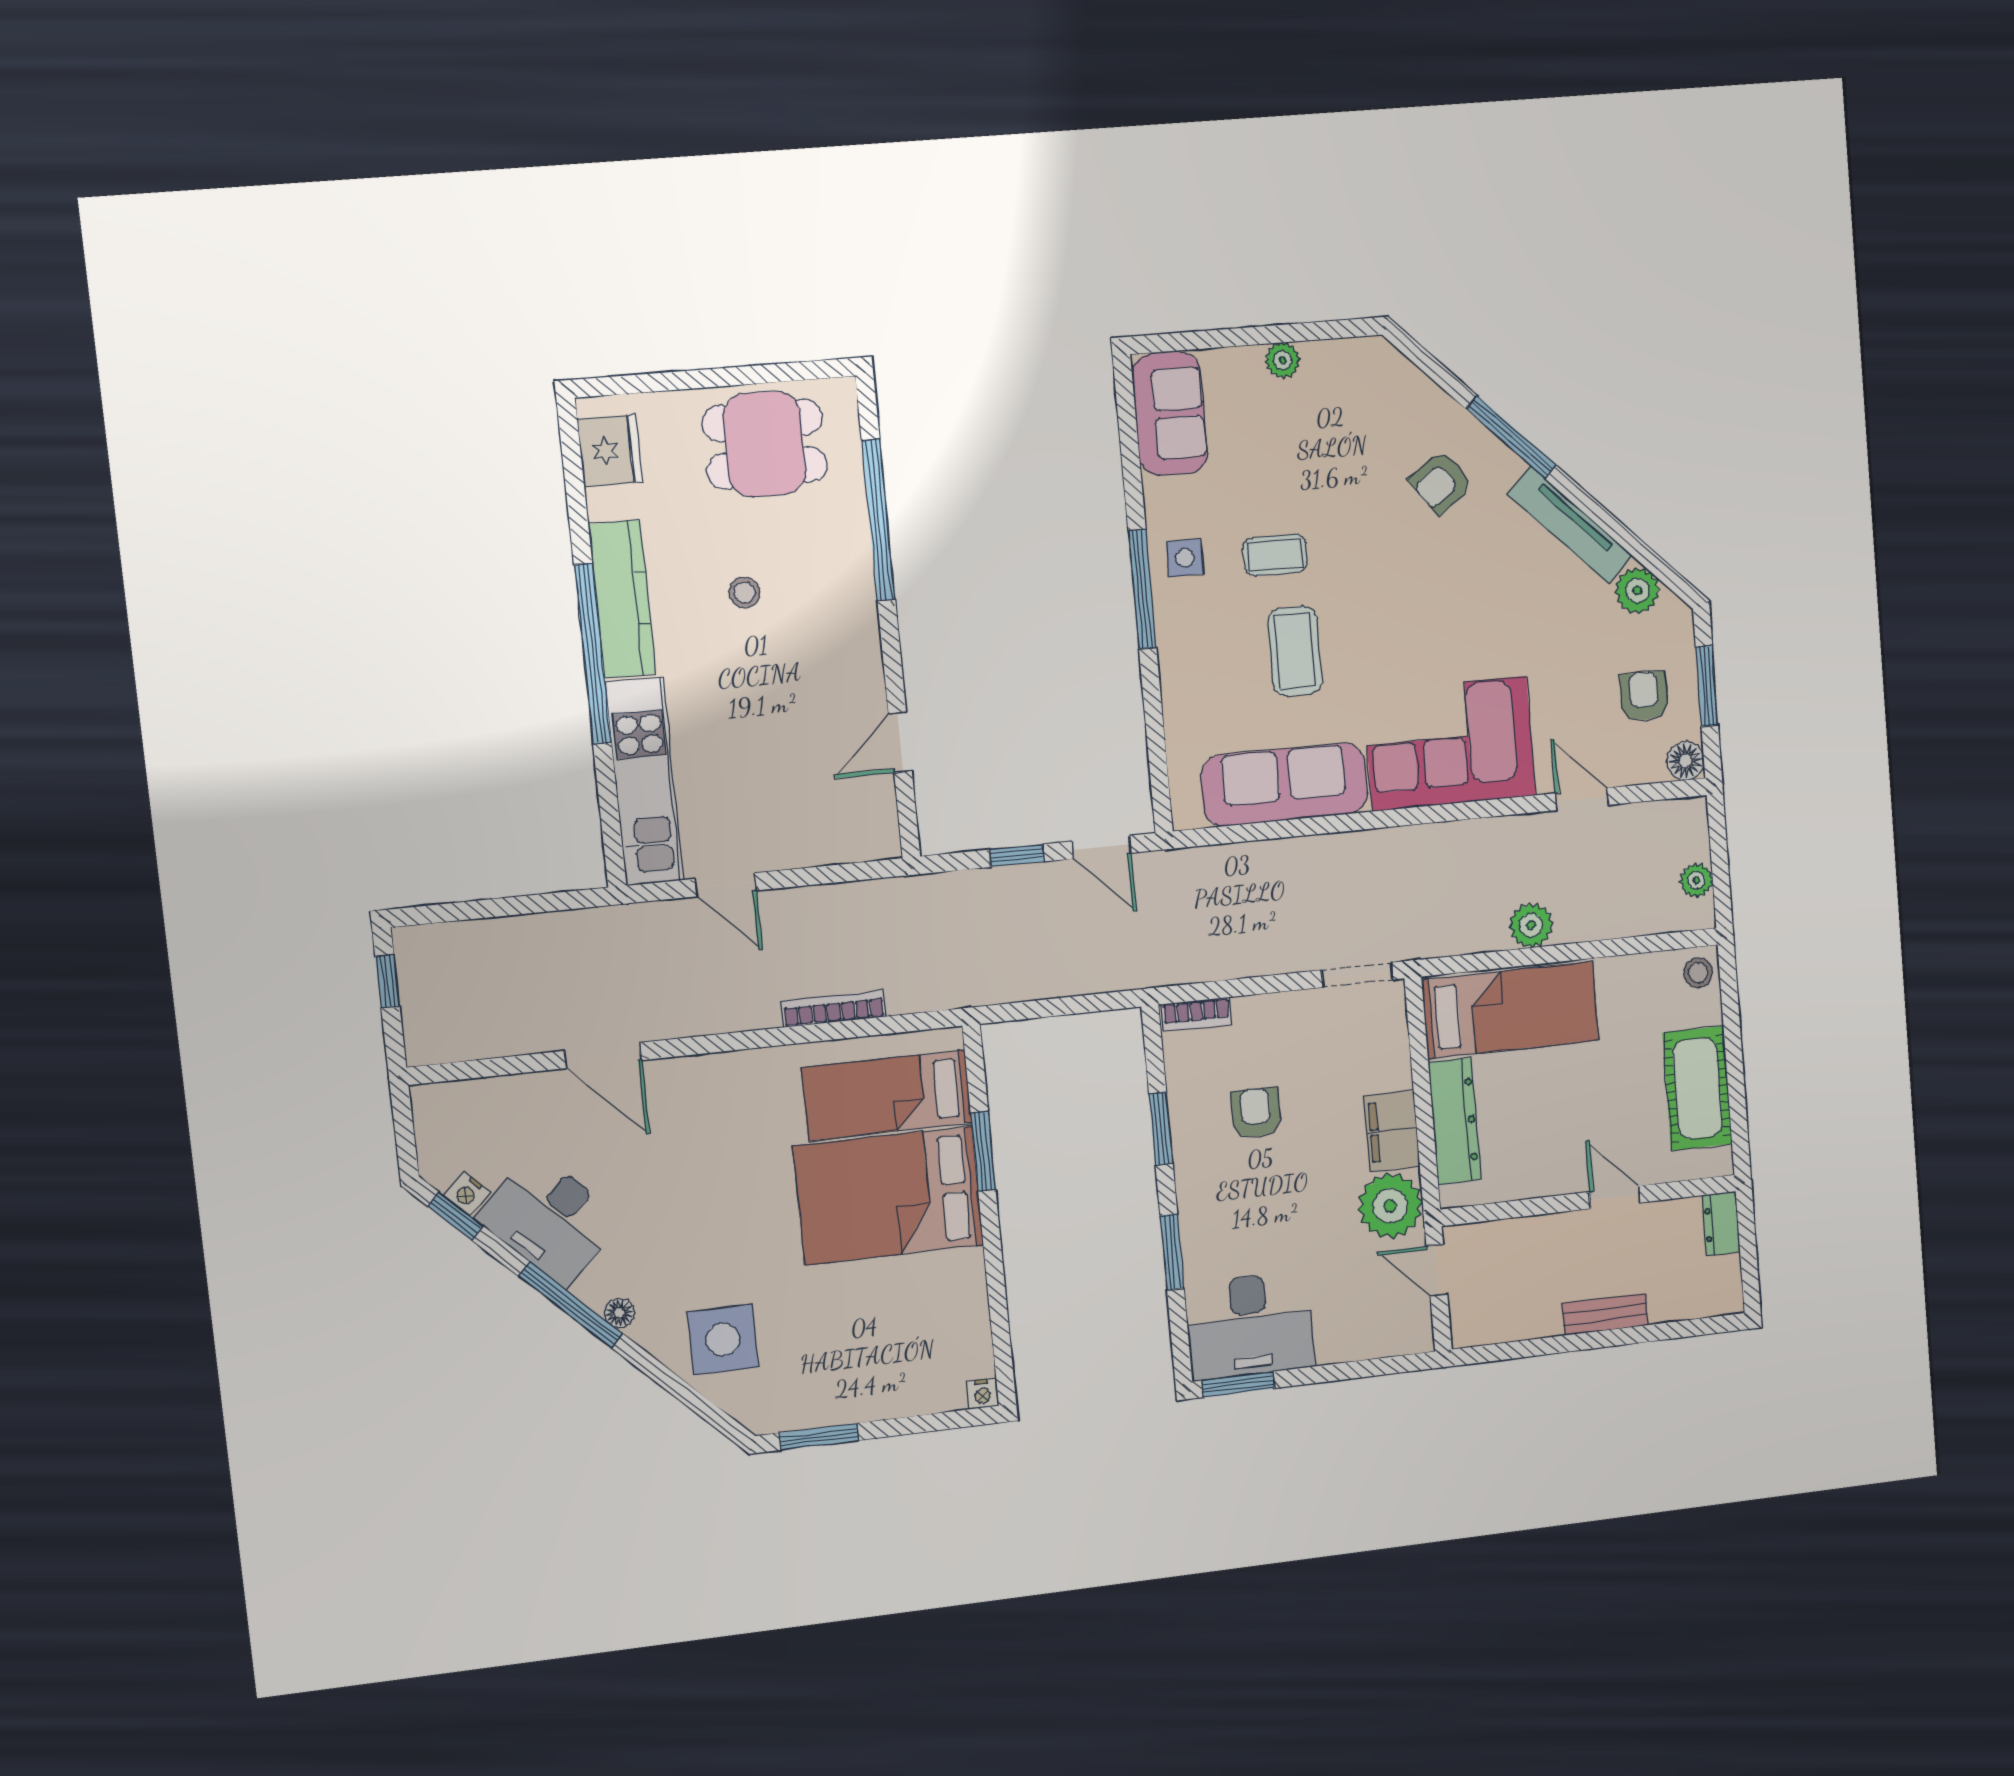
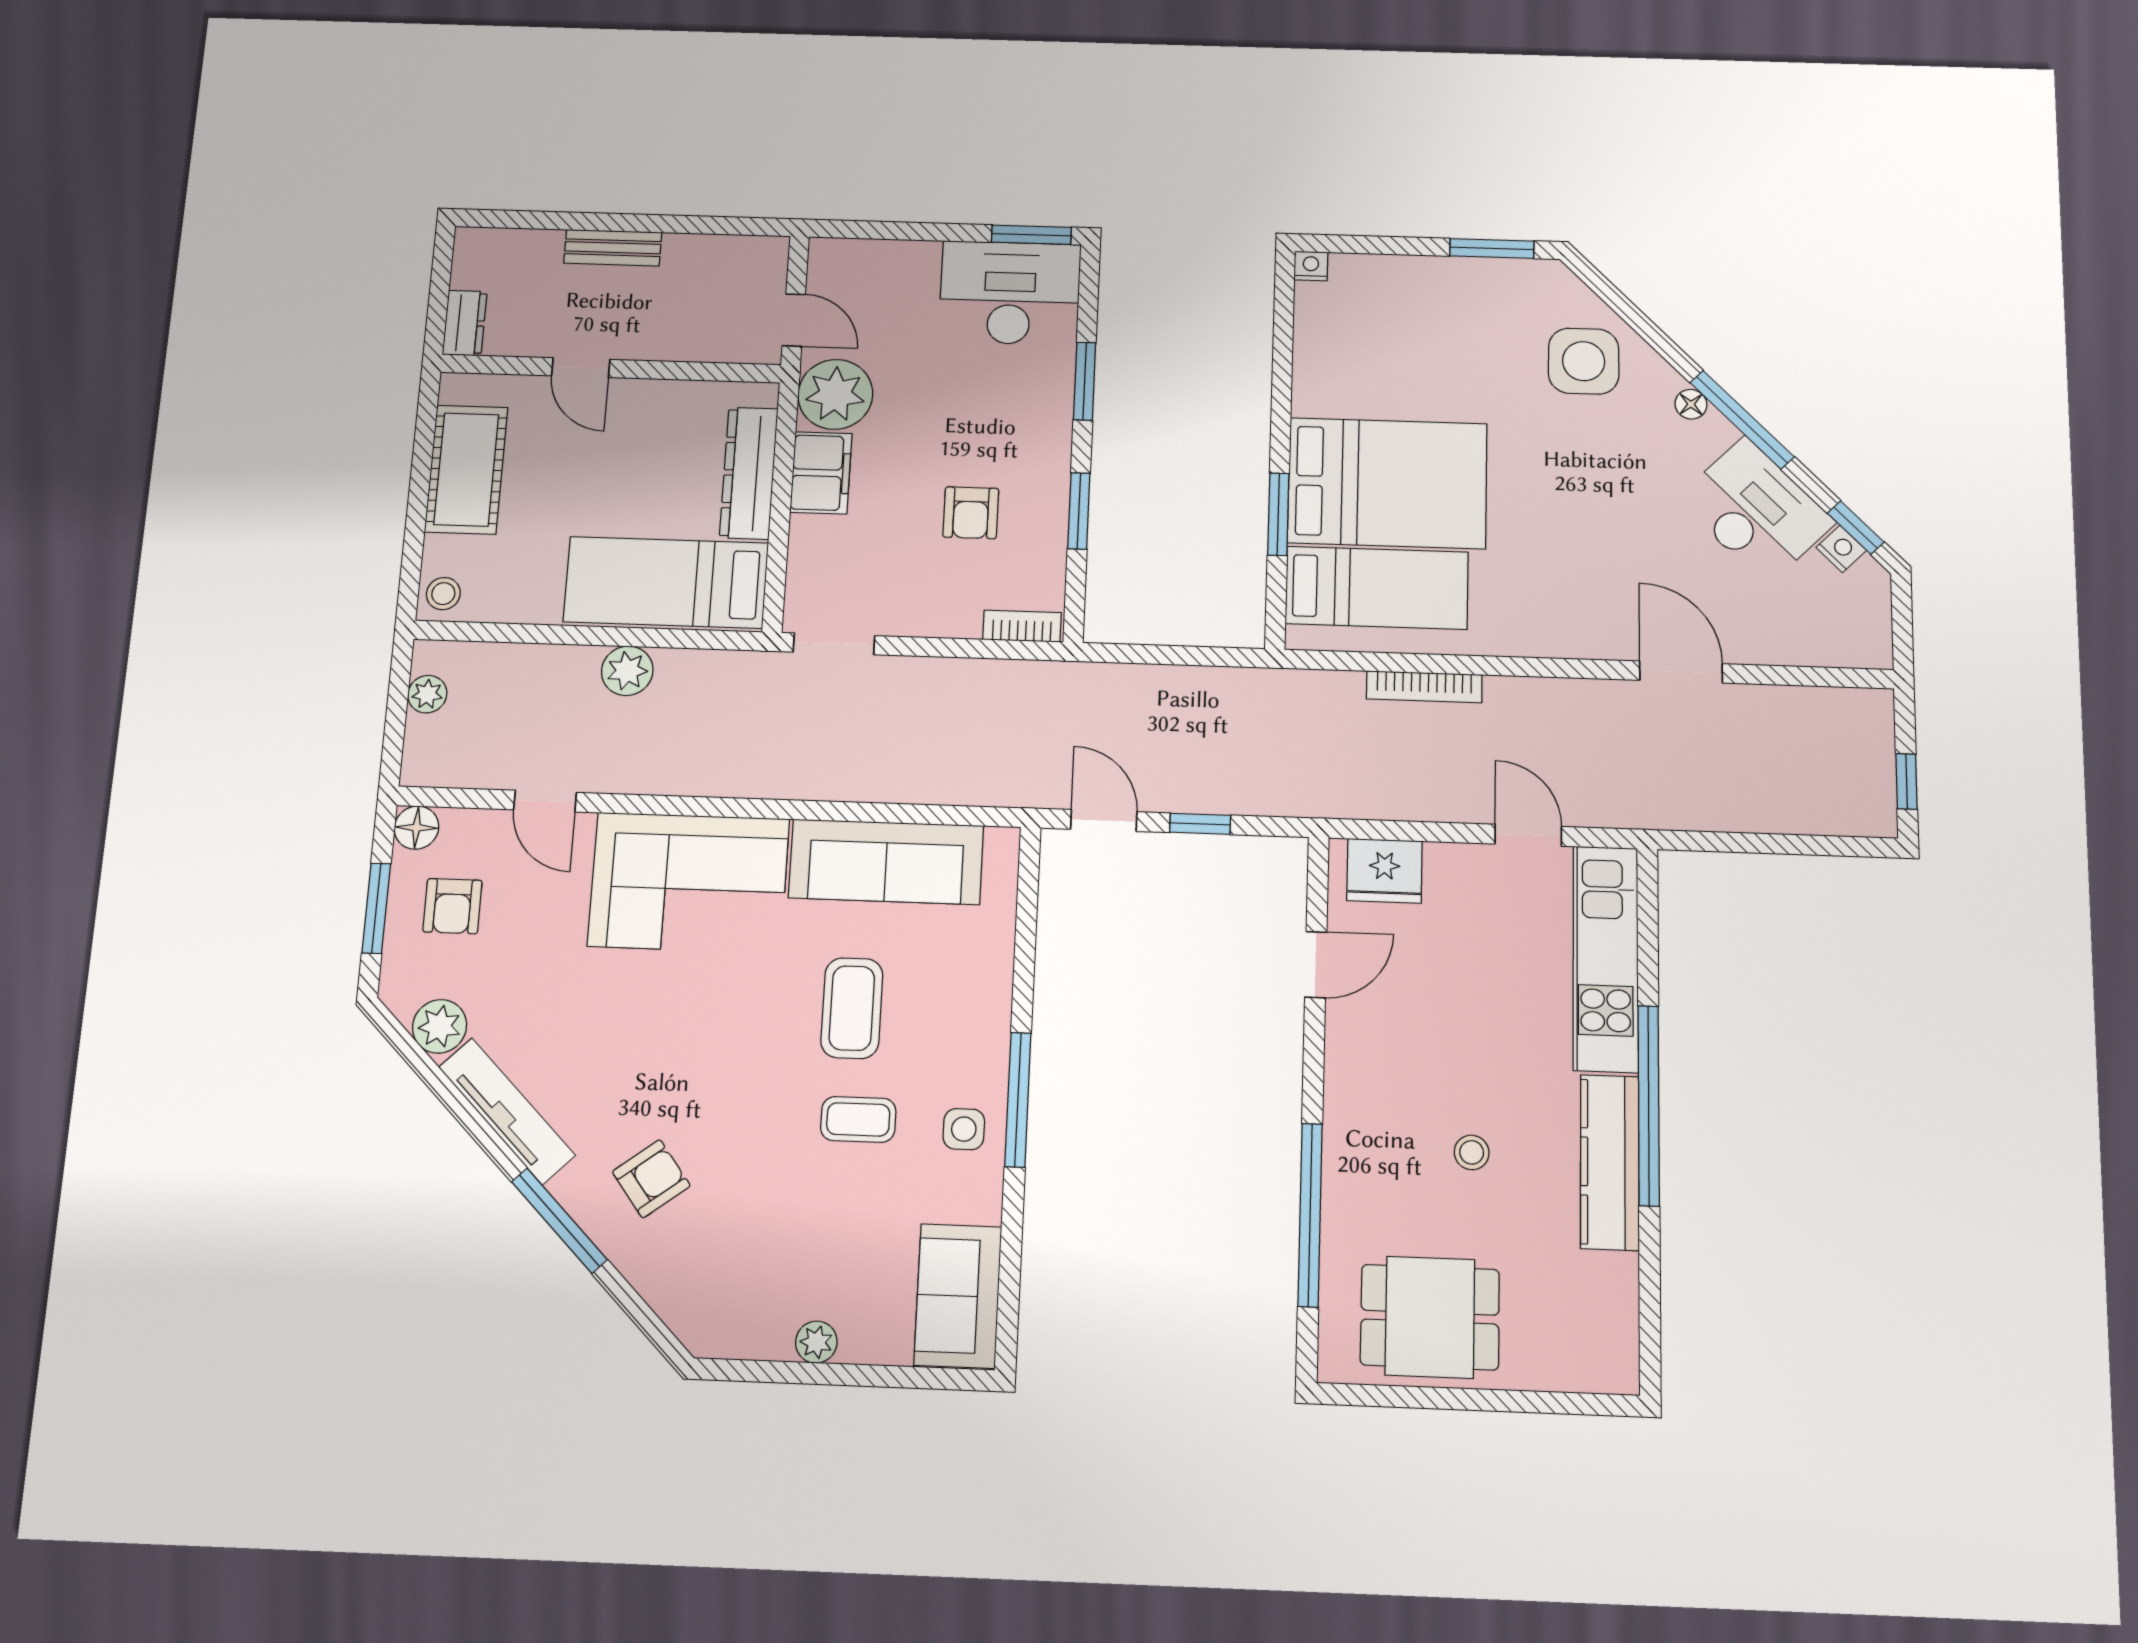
fridge: (610, 451) -> (1384, 871), moved, turned -90

